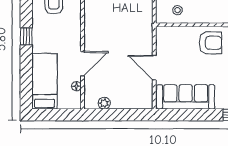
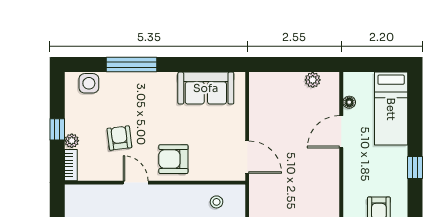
door: (154, 68) -> (247, 157), moved
sofa: (186, 97) -> (206, 88), width x0.73

